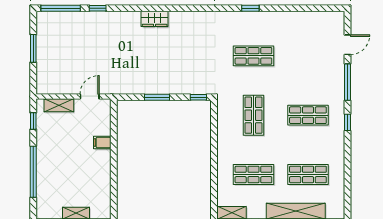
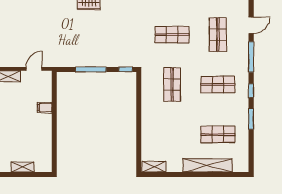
window: (157, 97) -> (91, 69), width x1.44
window: (347, 156) -> (251, 119), added
shop shelf: (253, 174) -> (218, 35), moved, turned 90

